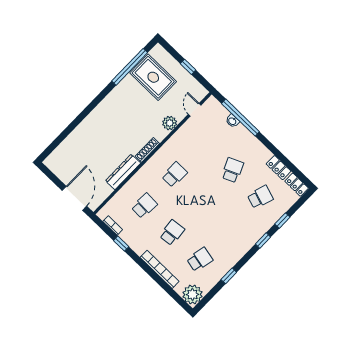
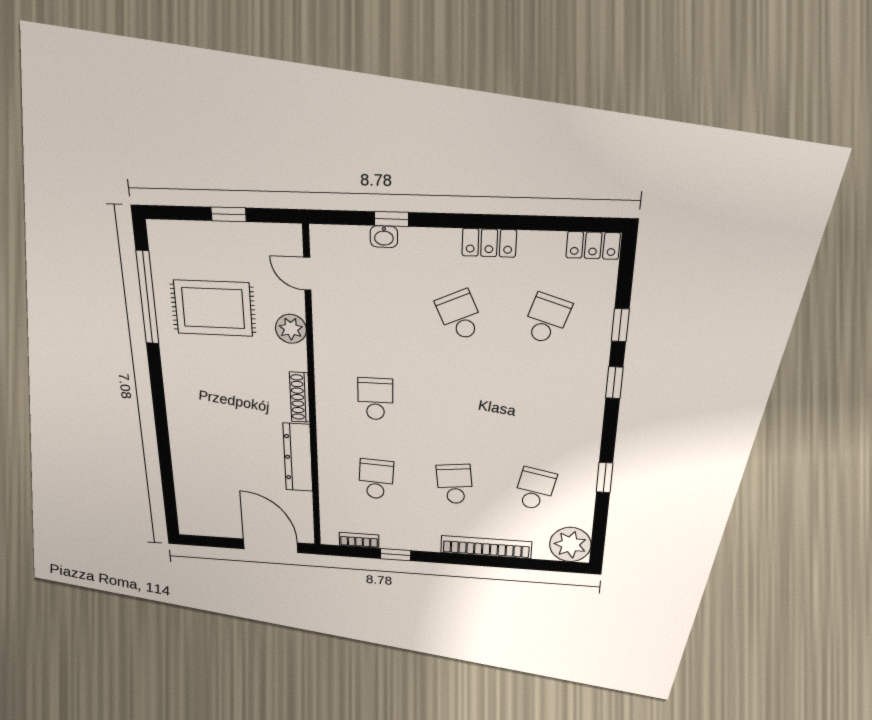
rug: (153, 77) -> (213, 308), moved
window: (240, 118) -> (392, 219), width x0.32
locker: (279, 168) -> (489, 243), moved

